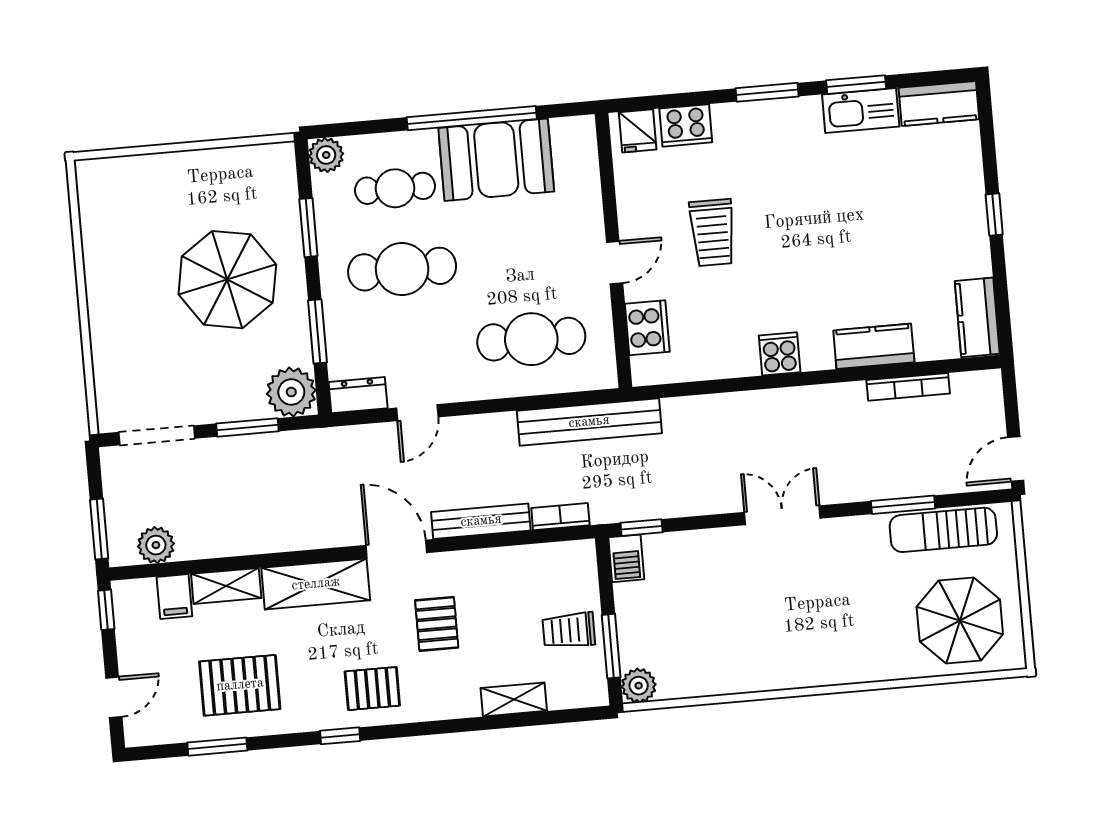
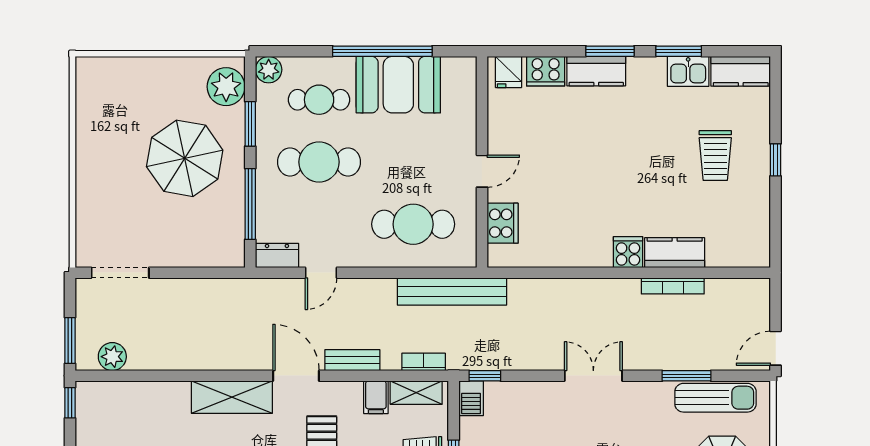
kitchen sink: (861, 111) -> (688, 71), width x0.73
trolley: (713, 233) -> (715, 155), moved
kitchen counter: (977, 317) -> (596, 71), moved, turned -90
window: (318, 331) -> (250, 204), width x1.44
cooker: (780, 354) -> (628, 252), moved
bookcase: (908, 387) -> (673, 286), moved
plant: (291, 392) -> (226, 87), moved
window: (247, 427) -> (190, 273), removed
bench: (481, 521) -> (352, 360), width x0.73
sun lounger: (943, 530) -> (715, 398), turned 180
shelving: (226, 586) -> (416, 393), moved
filing cabinet: (174, 597) -> (376, 397), moved

